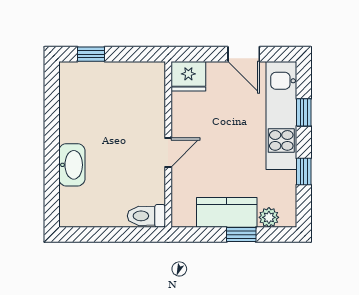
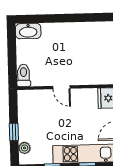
washbasin: (72, 165) -> (28, 31), moved
kitchen counter: (227, 212) -> (27, 123), removed

